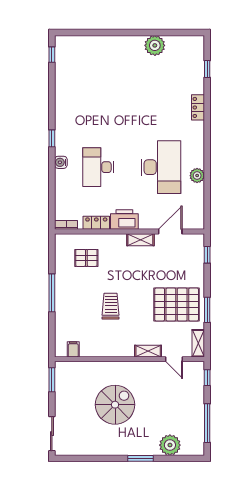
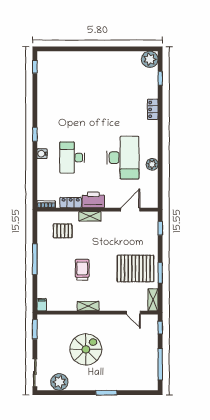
plant: (155, 45) -> (150, 59), moved
shelving: (140, 240) -> (90, 216), moved
filing cabinet: (73, 349) -> (42, 305), moved
shelving: (148, 351) -> (88, 306), moved
plant: (170, 445) -> (59, 382), moved

